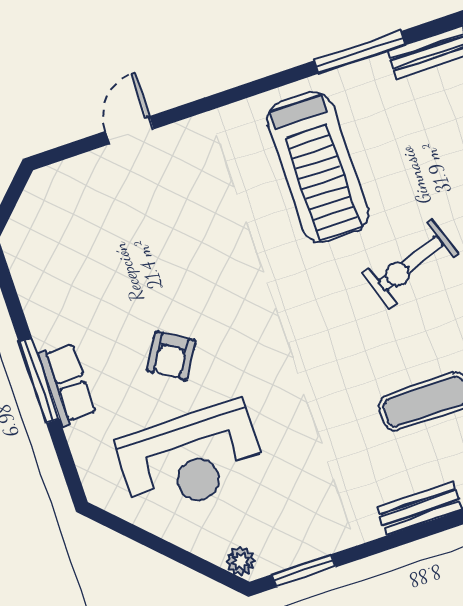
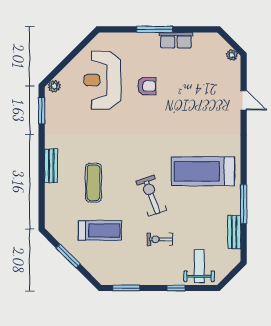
plant: (38, 190) -> (232, 55), added
armchair: (171, 356) -> (147, 86), turned 148
row of seats: (67, 384) -> (176, 40), moved

